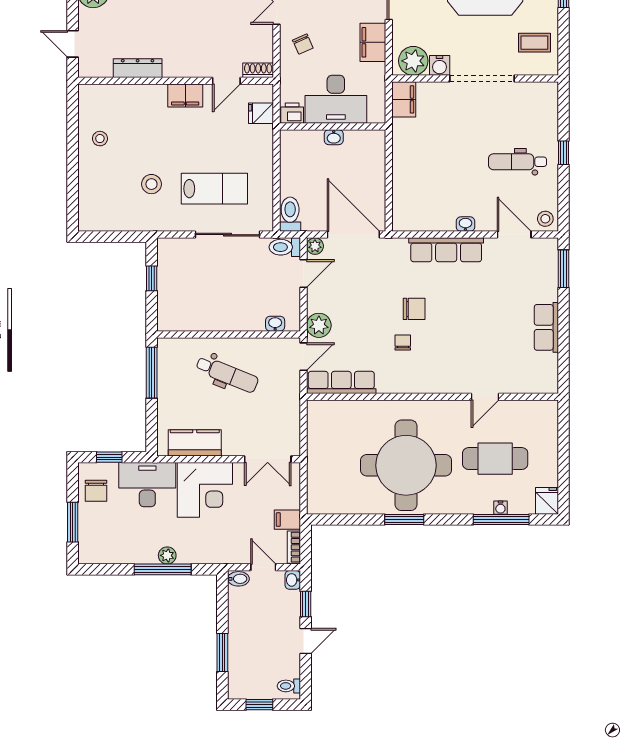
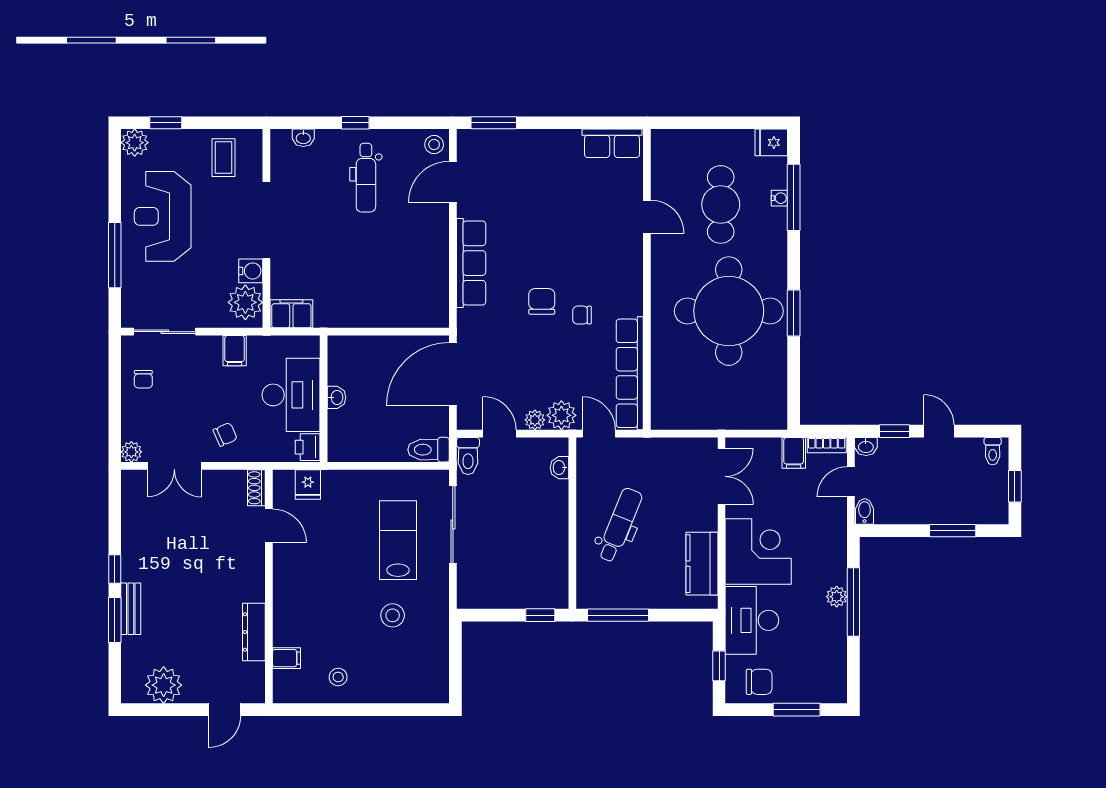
filing cabinet: (373, 42) -> (235, 351), width x0.50
filing cabinet: (185, 95) -> (287, 658), moved, width x0.50
washbasin: (465, 224) -> (303, 138), moved, turned -90
plant: (315, 246) -> (535, 420), moved
window: (152, 278) -> (540, 615), moved
row of seats: (546, 327) -> (612, 143), moved
row of seats: (341, 382) -> (630, 373), width x1.36

